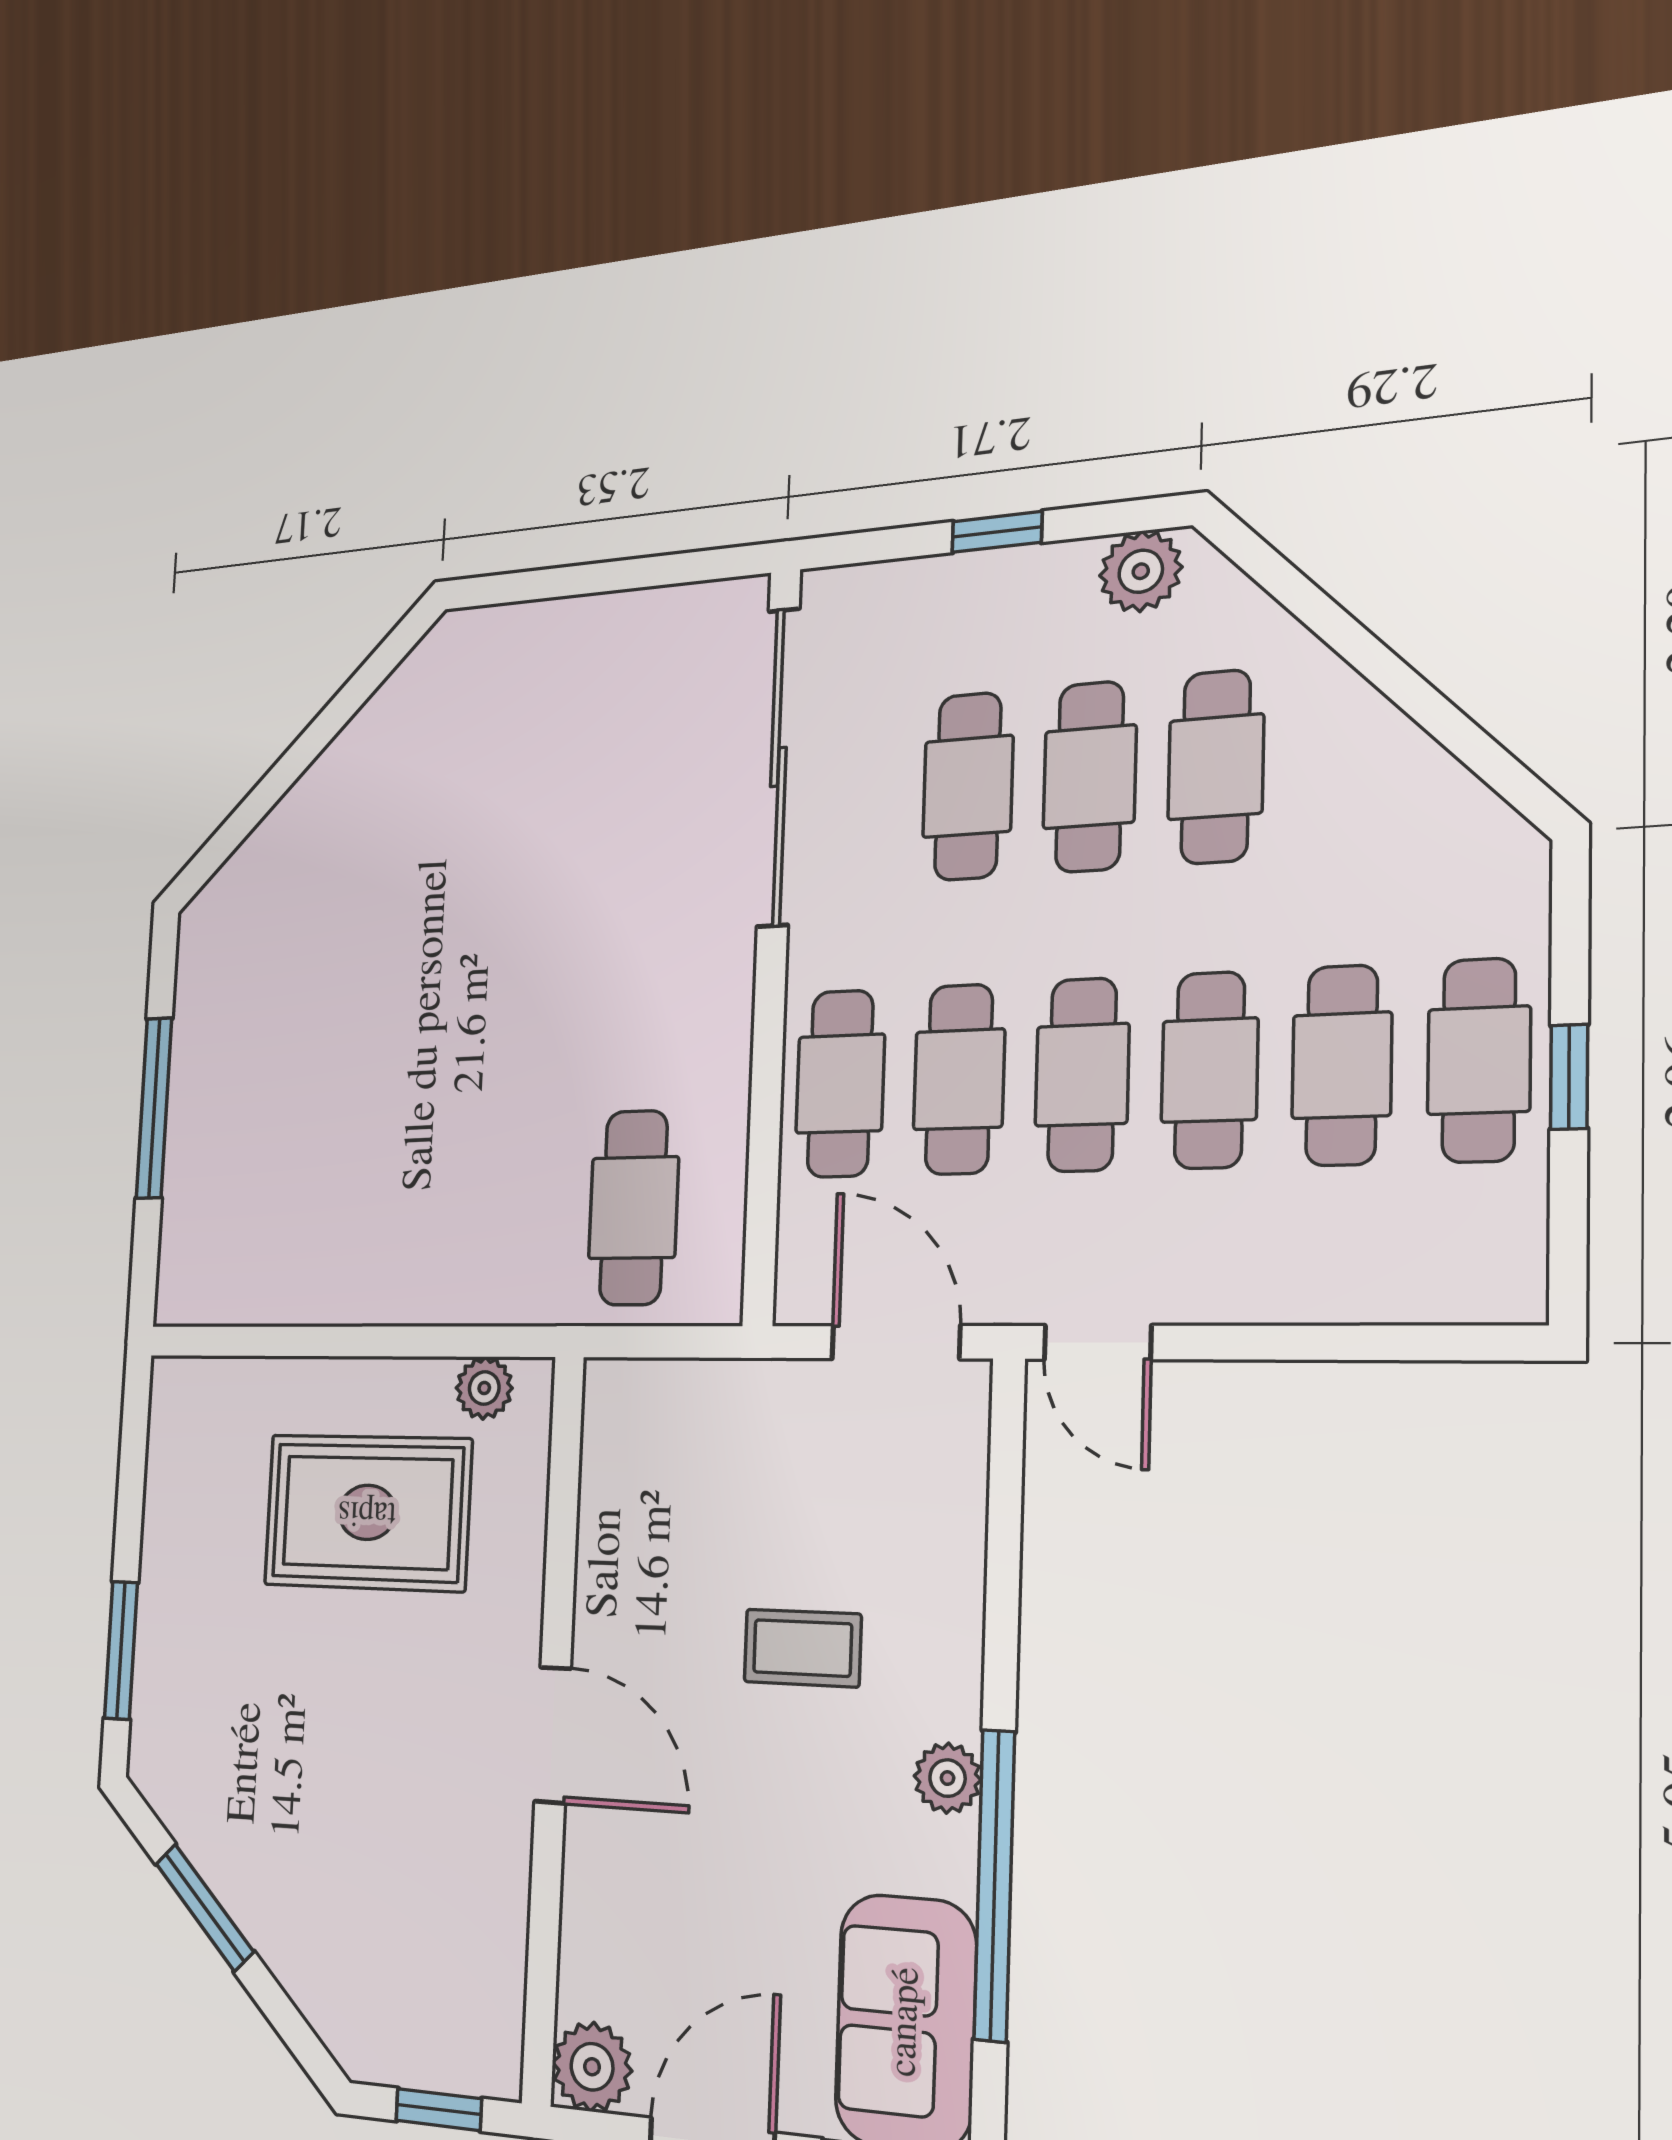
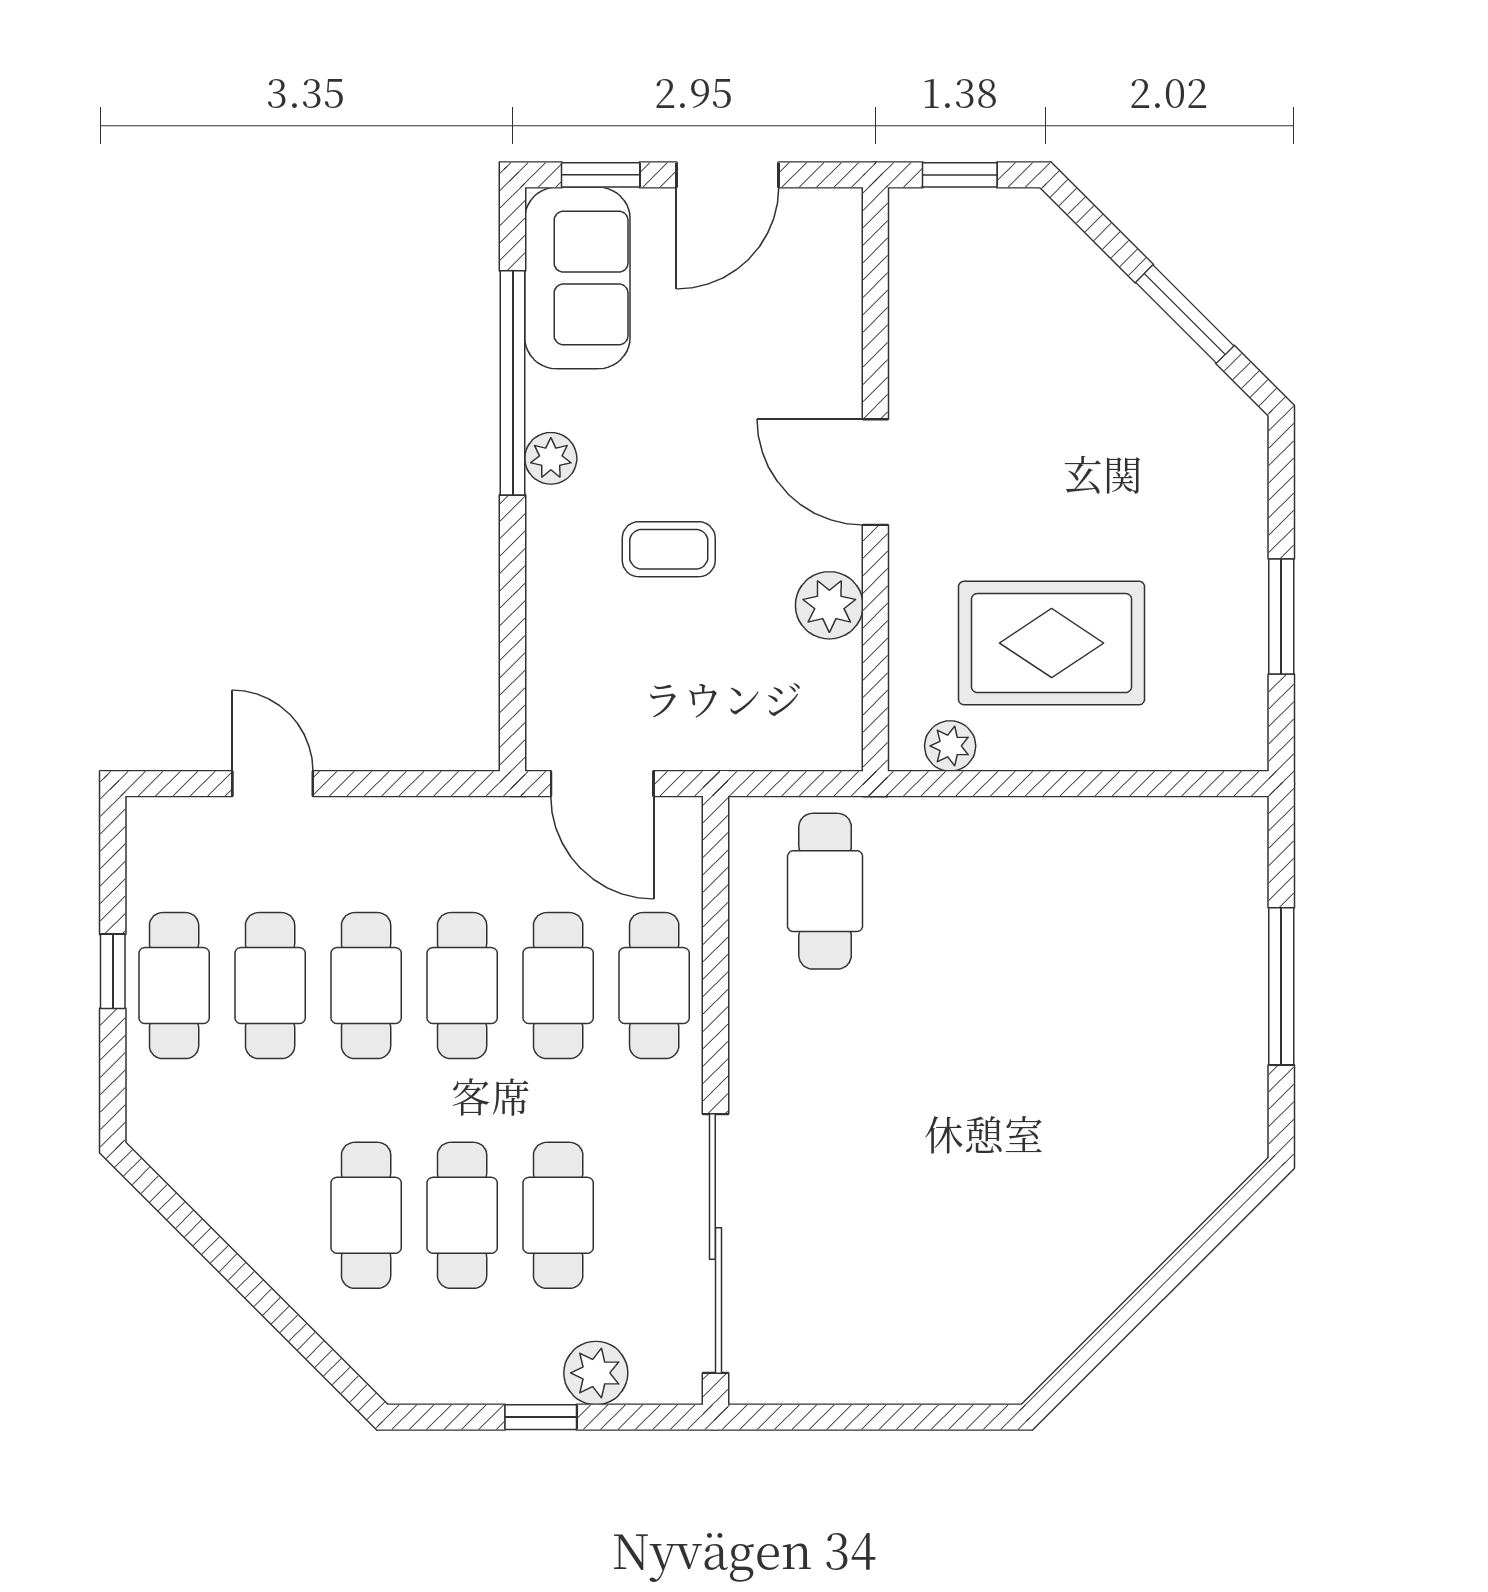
plant: (1141, 571) -> (596, 1373), moved
door: (1097, 1342) -> (273, 784), moved
window: (121, 1650) -> (1281, 616), moved
plant: (592, 2067) -> (829, 605), moved

